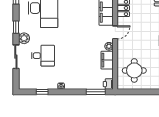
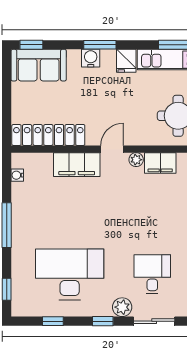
door: (115, 32) -> (112, 149), hinge flipped

